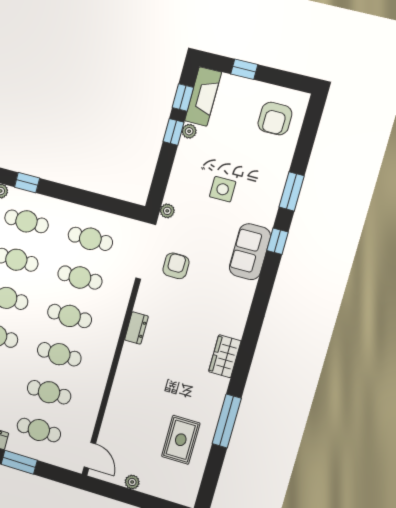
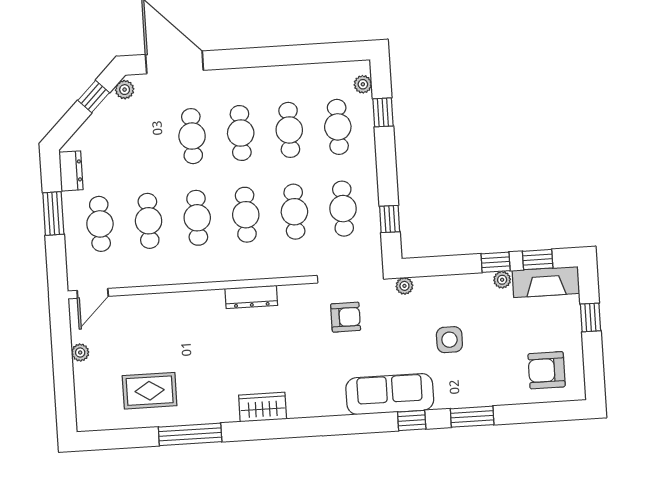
window: (111, 205) -> (390, 219), added
sofa: (250, 252) -> (390, 394), width x1.36
dresser: (136, 328) -> (251, 297), width x1.44

